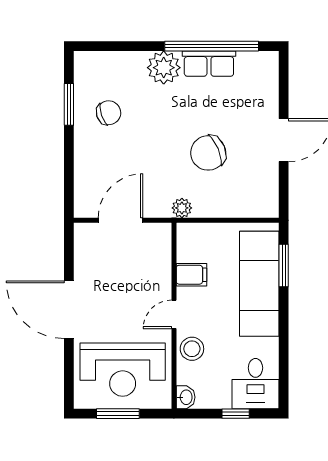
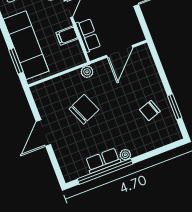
plant: (164, 68) -> (125, 155), width x0.53, depth x0.53
row of seats: (159, 263) -> (88, 35), added

